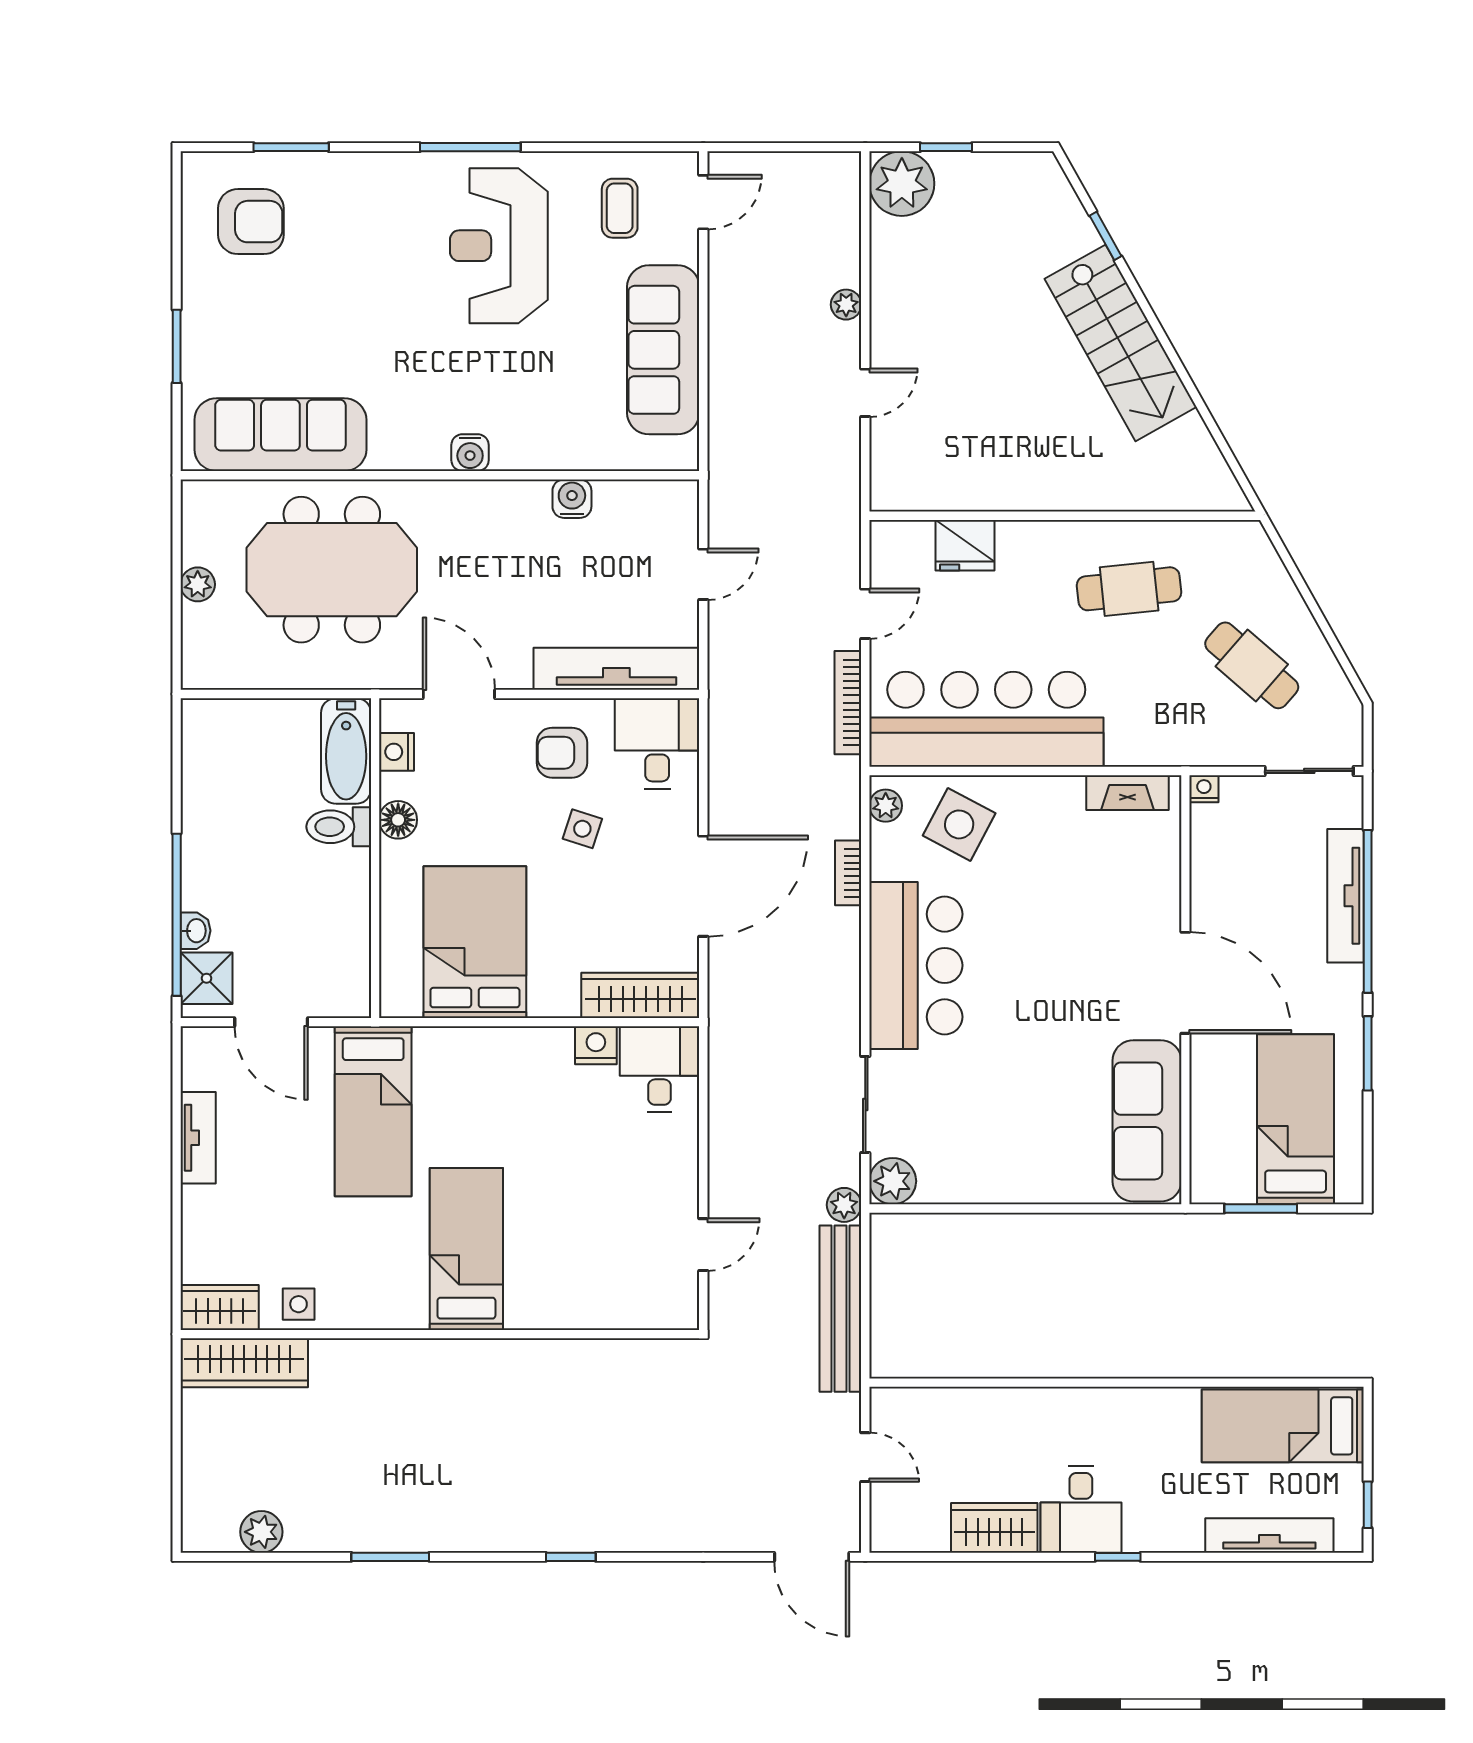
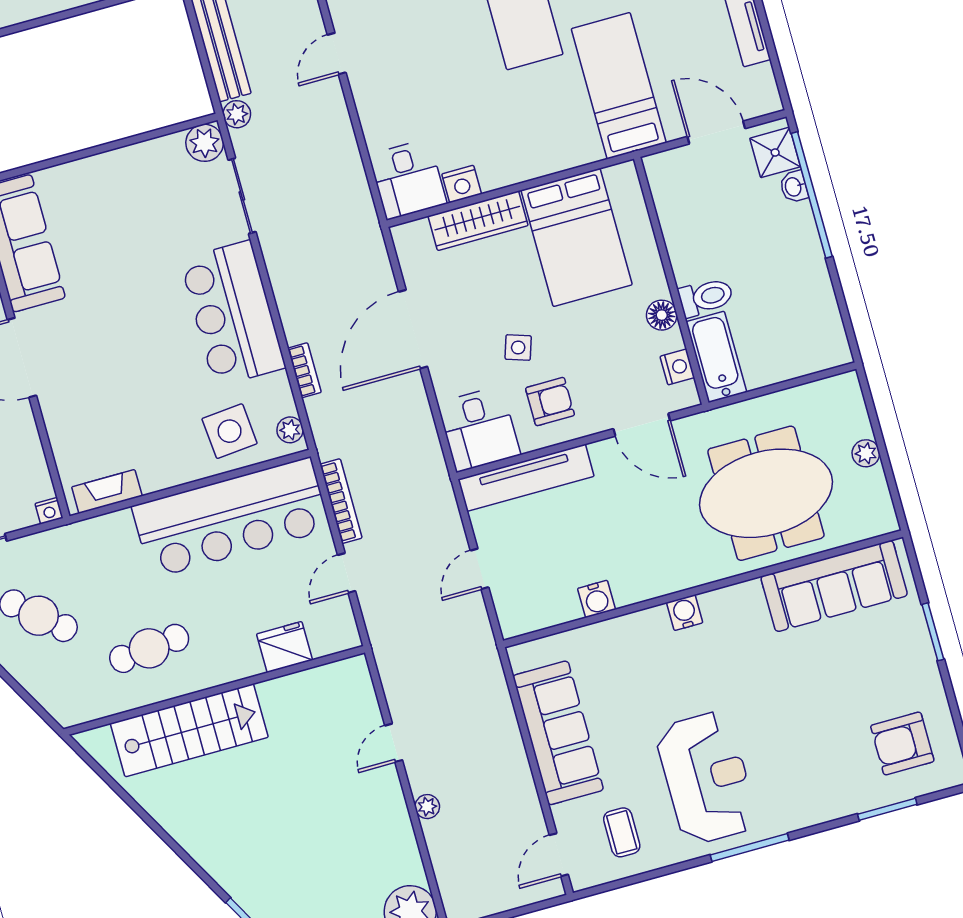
stairs: (1121, 343) -> (189, 730), moved, turned 119
side table: (959, 824) -> (230, 431), turned -33
wardrobe: (640, 995) -> (478, 221), moved

